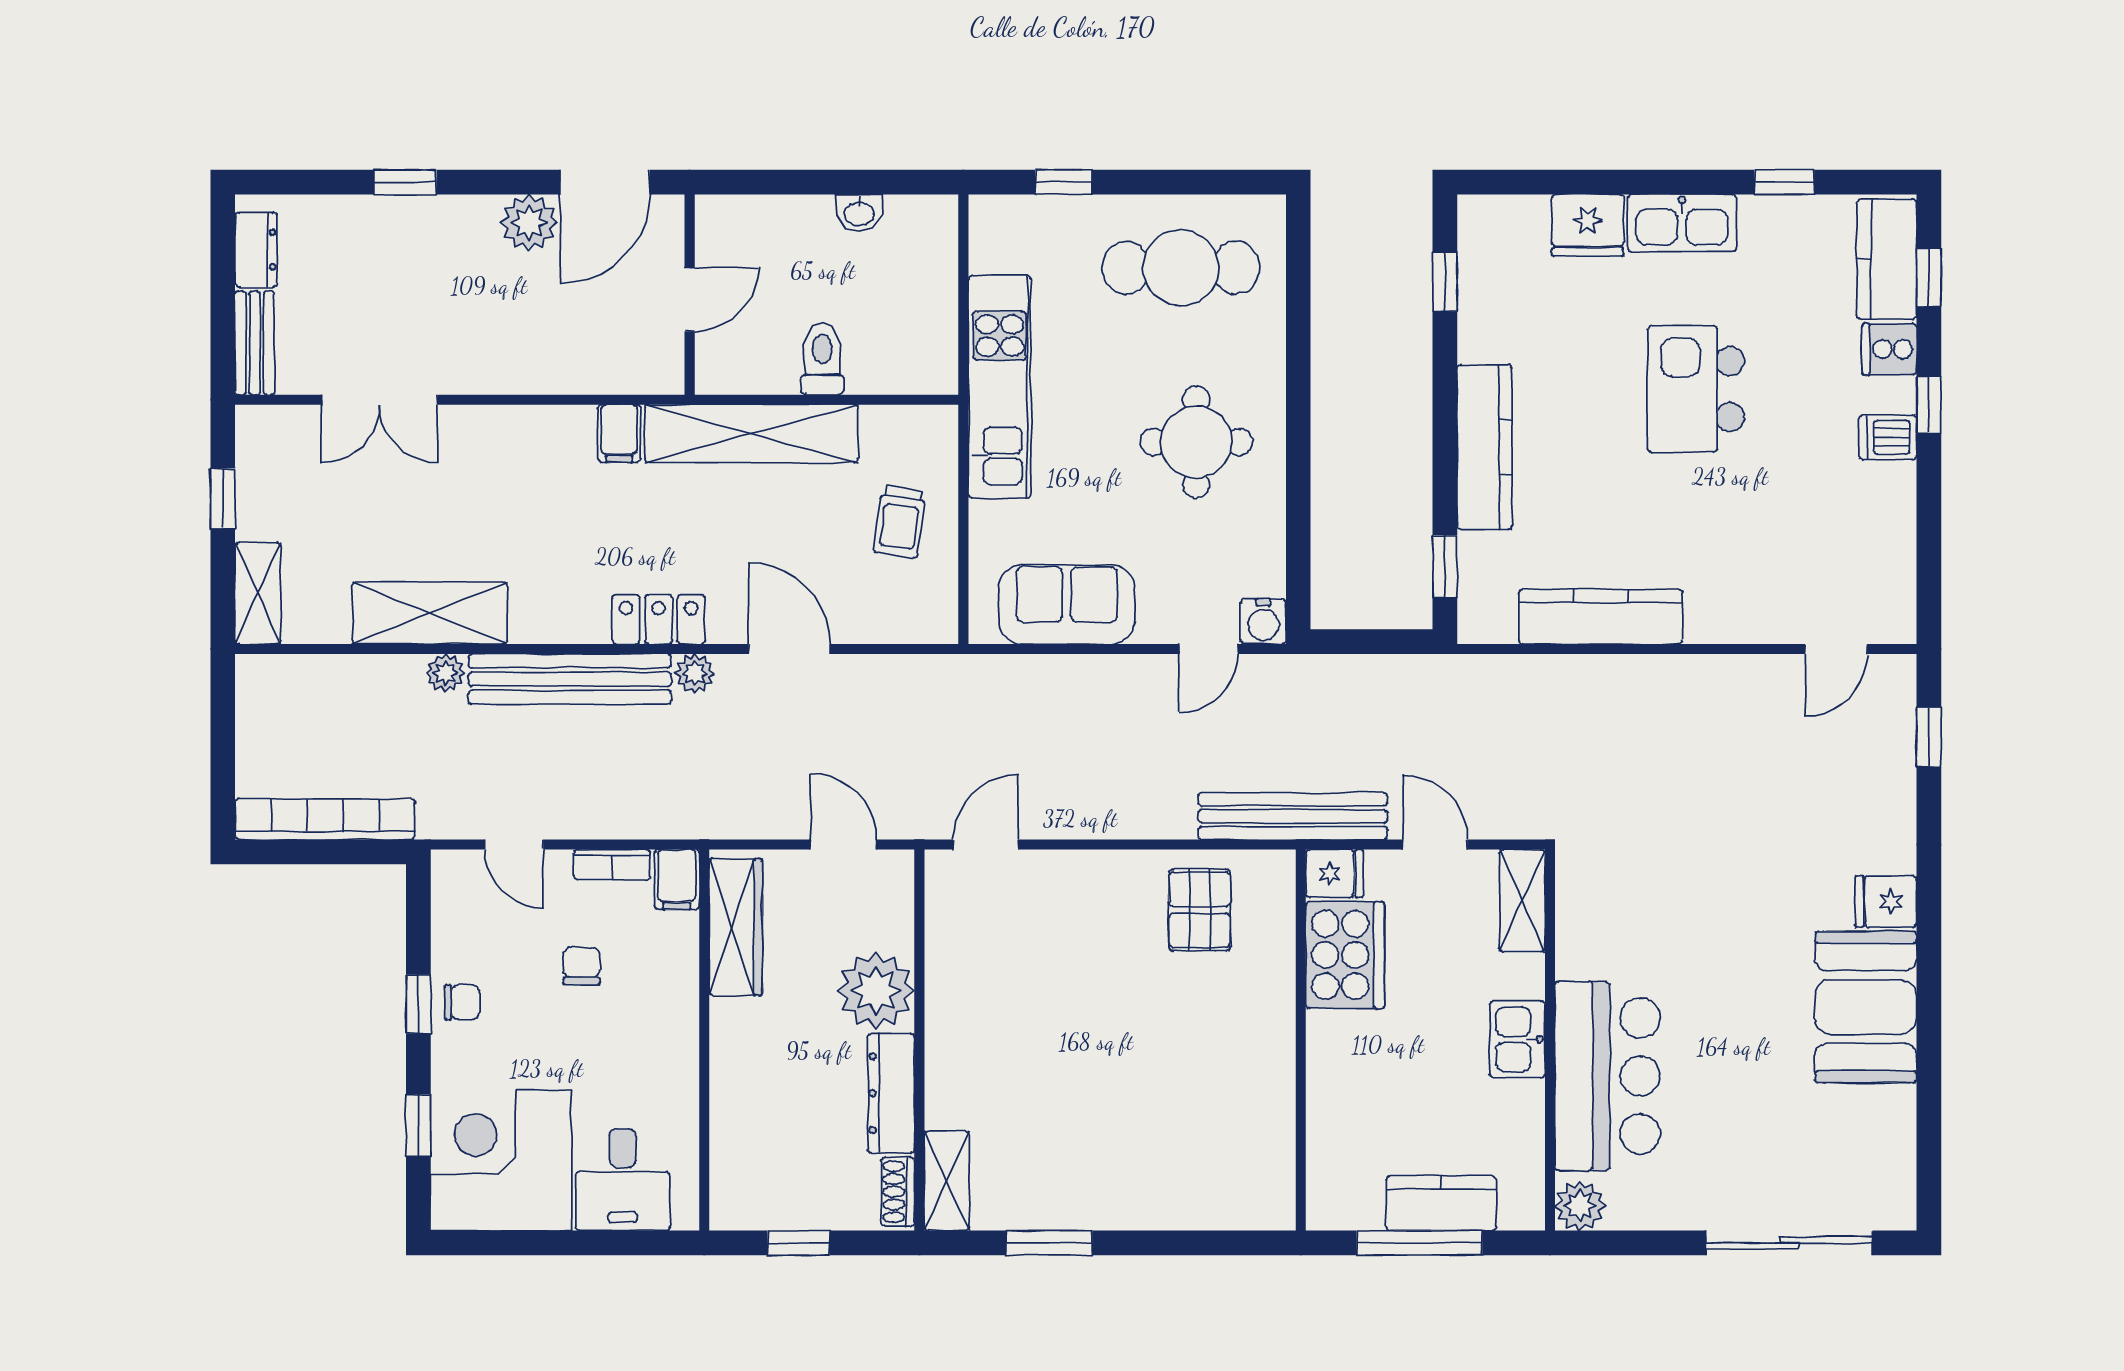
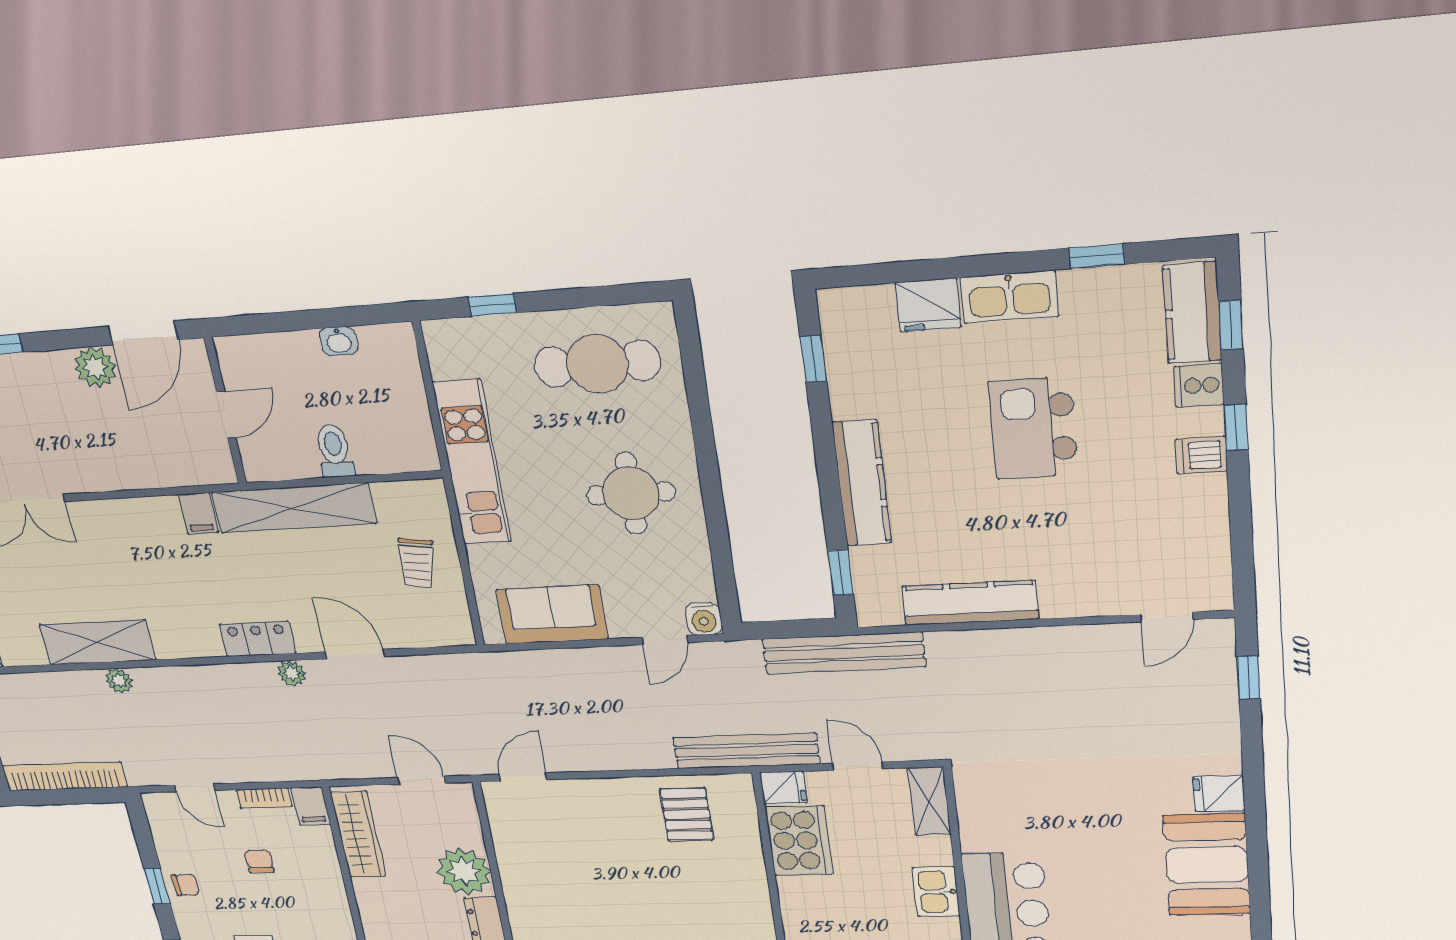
bench: (570, 679) -> (844, 653), moved

